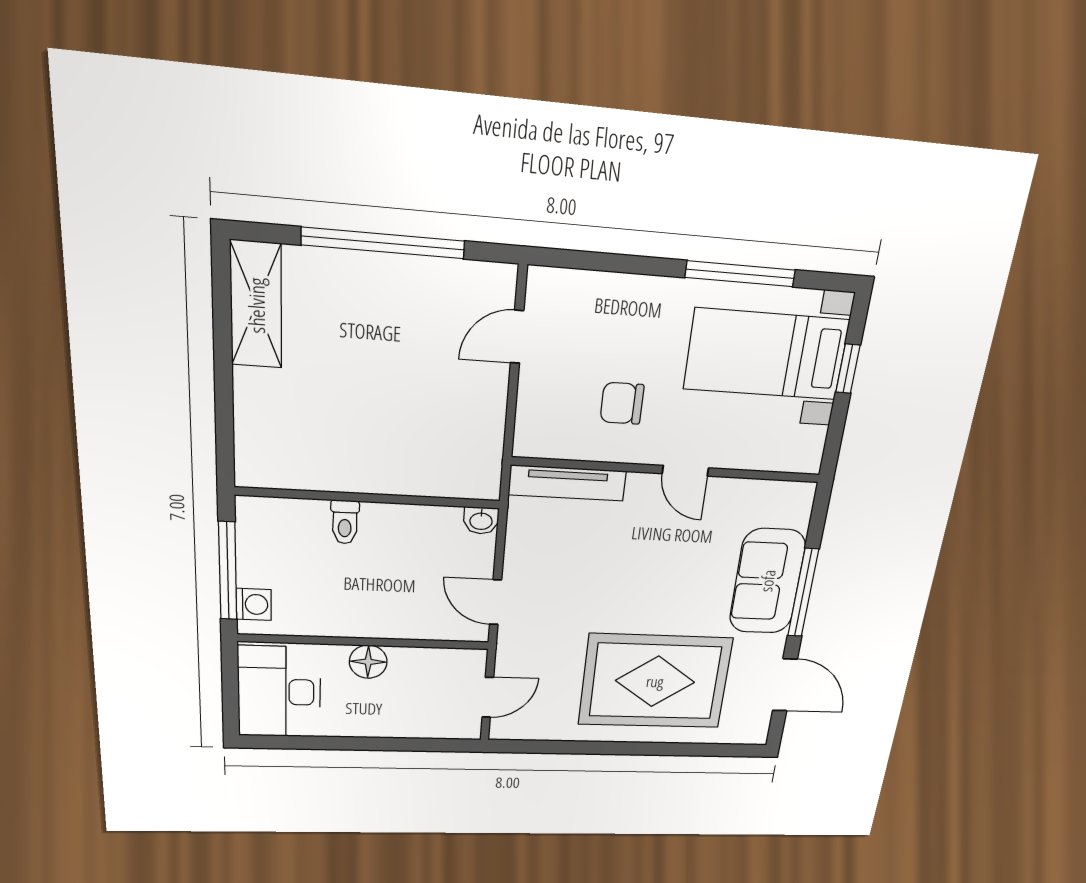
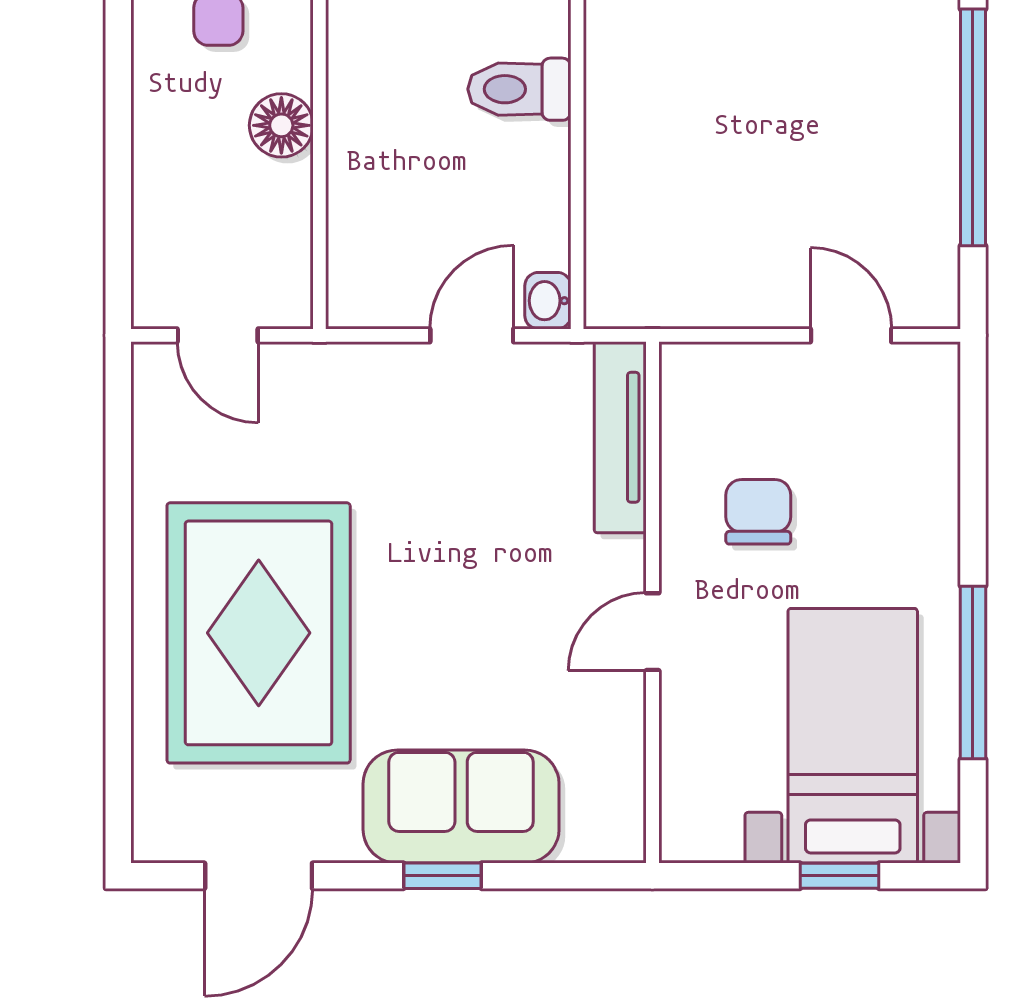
toilet: (345, 522) -> (519, 89), width x1.37, depth x1.39
window: (803, 593) -> (442, 876), width x0.46
door: (496, 602) -> (472, 335), moved

